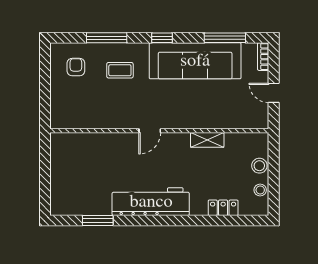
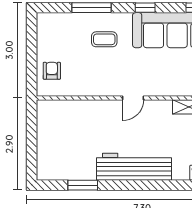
armchair: (76, 67) -> (52, 71), moved

